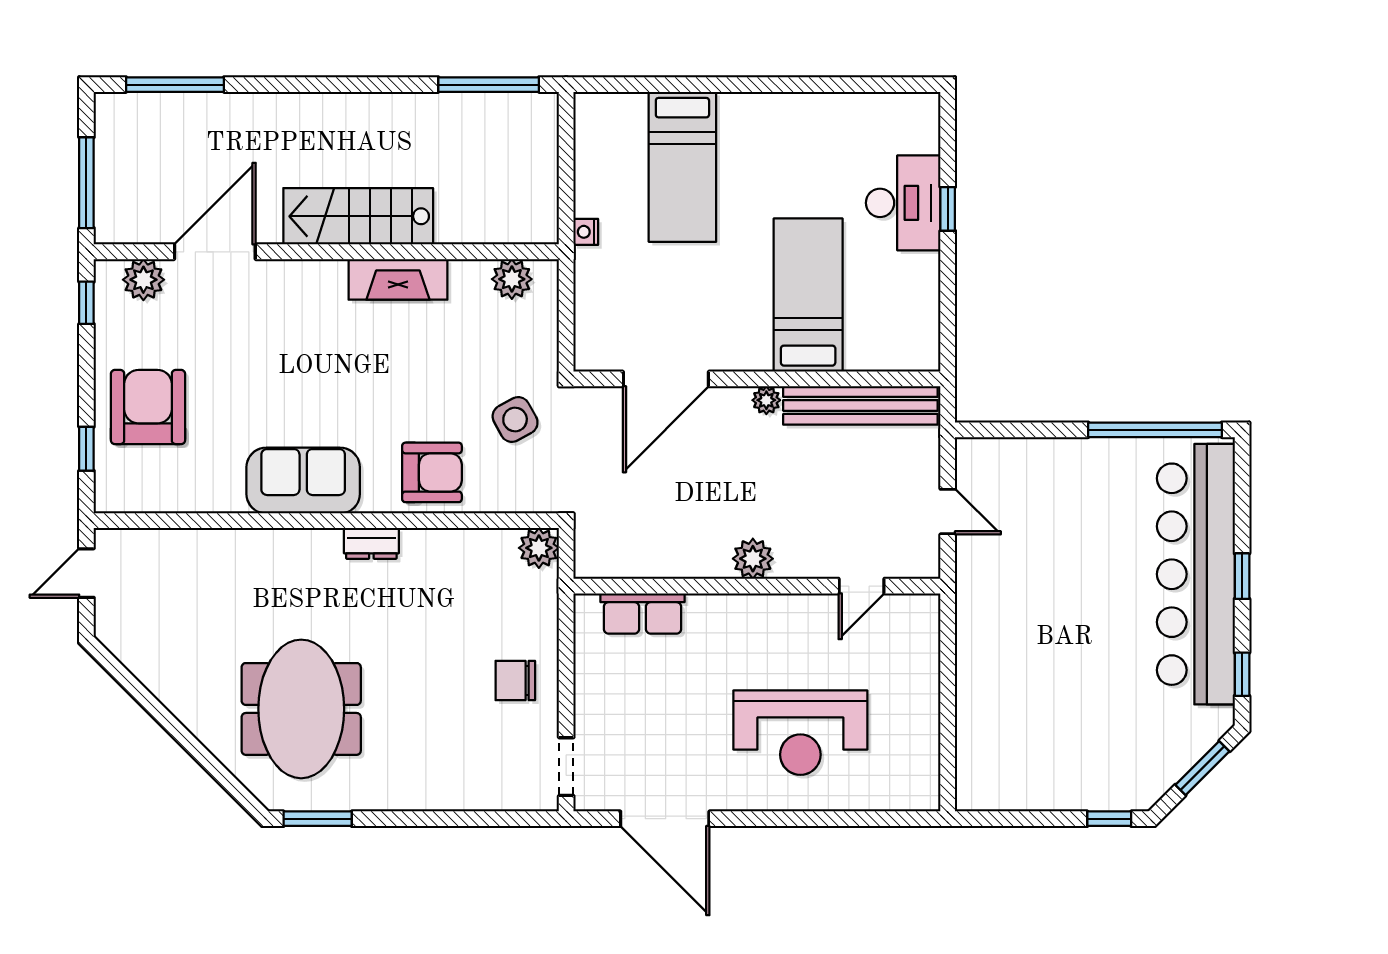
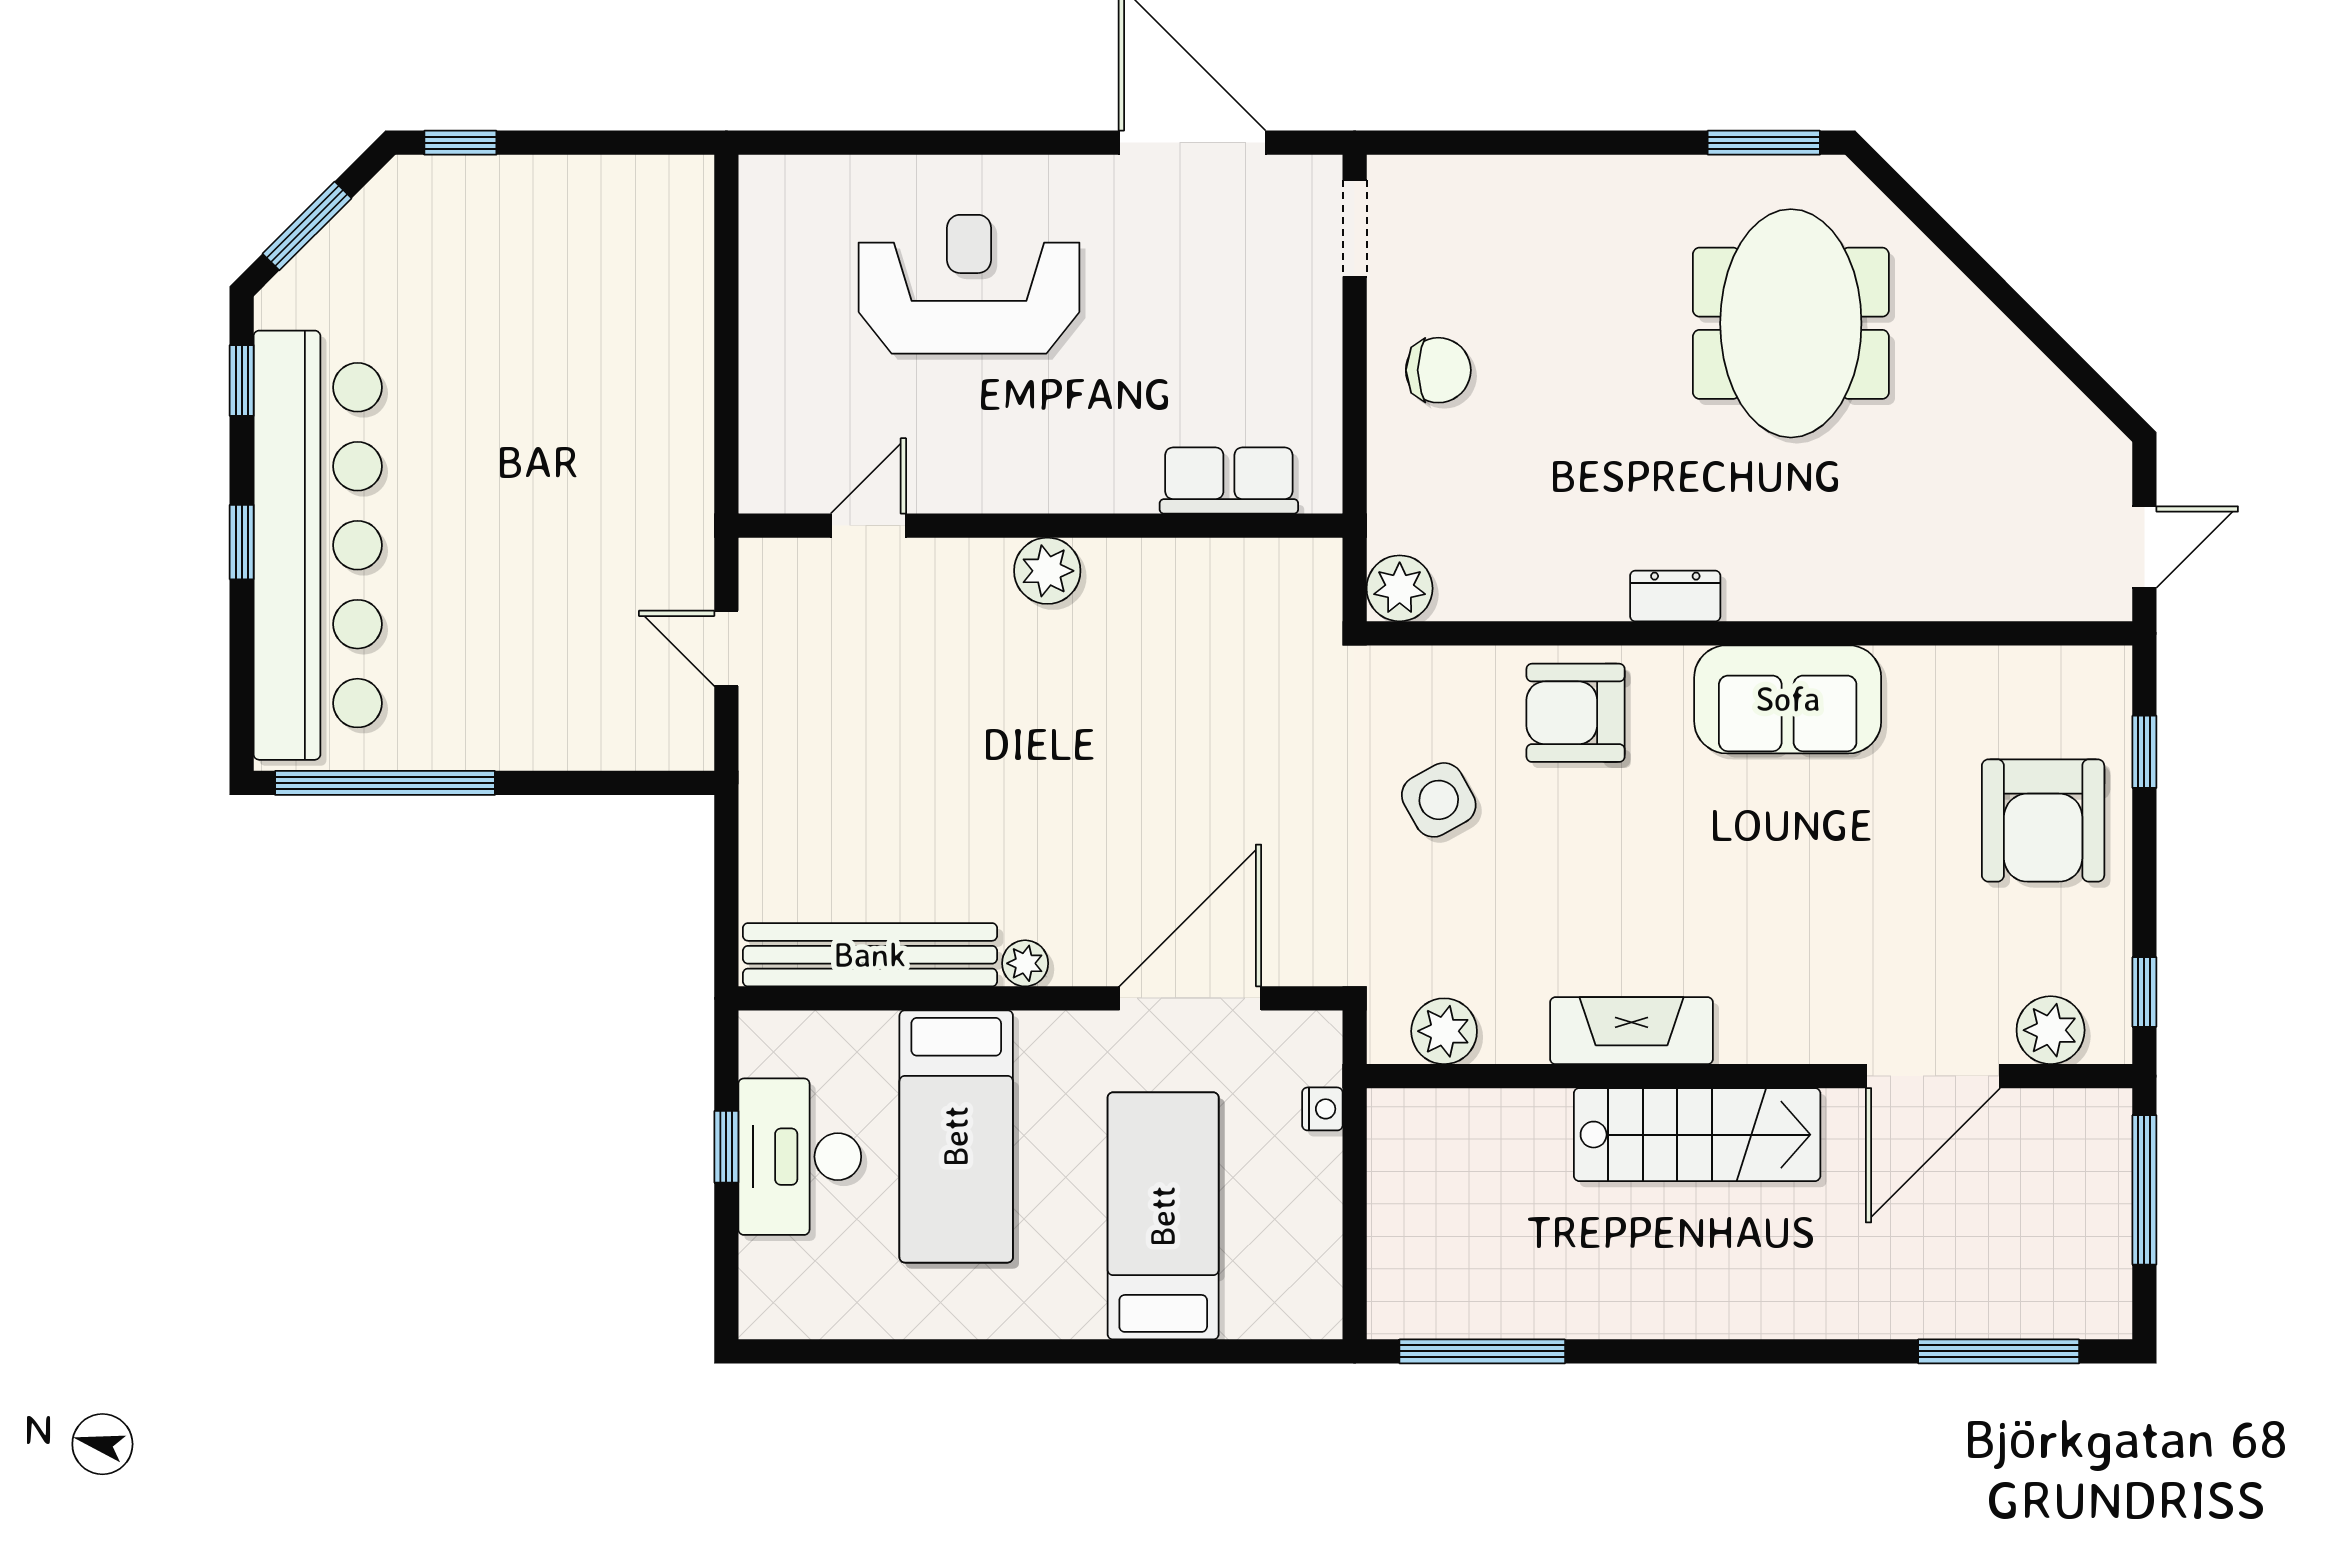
bed: (808, 295) -> (956, 1136), moved
door: (666, 379) -> (1190, 998), moved
wall: (757, 379) -> (1040, 998), moved
plant: (766, 400) -> (1025, 963), moved
bench: (860, 405) -> (870, 955), moved

